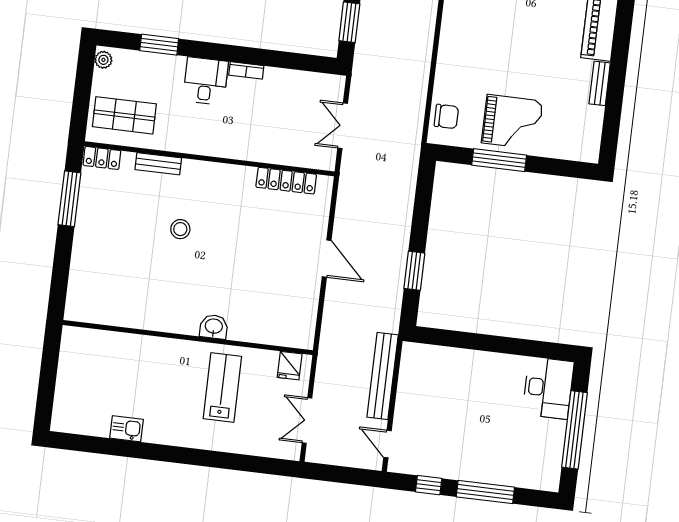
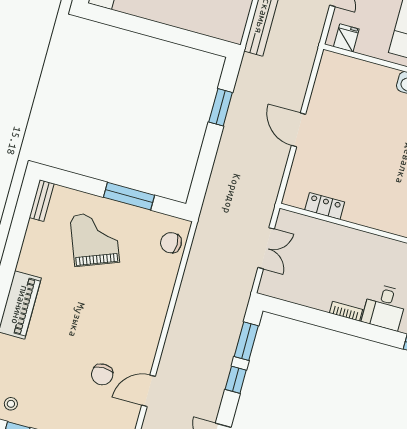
bench: (600, 83) -> (42, 201), moved
grand piano: (512, 122) -> (95, 239), moved, turned 69
locker: (286, 181) -> (325, 206), width x0.66

